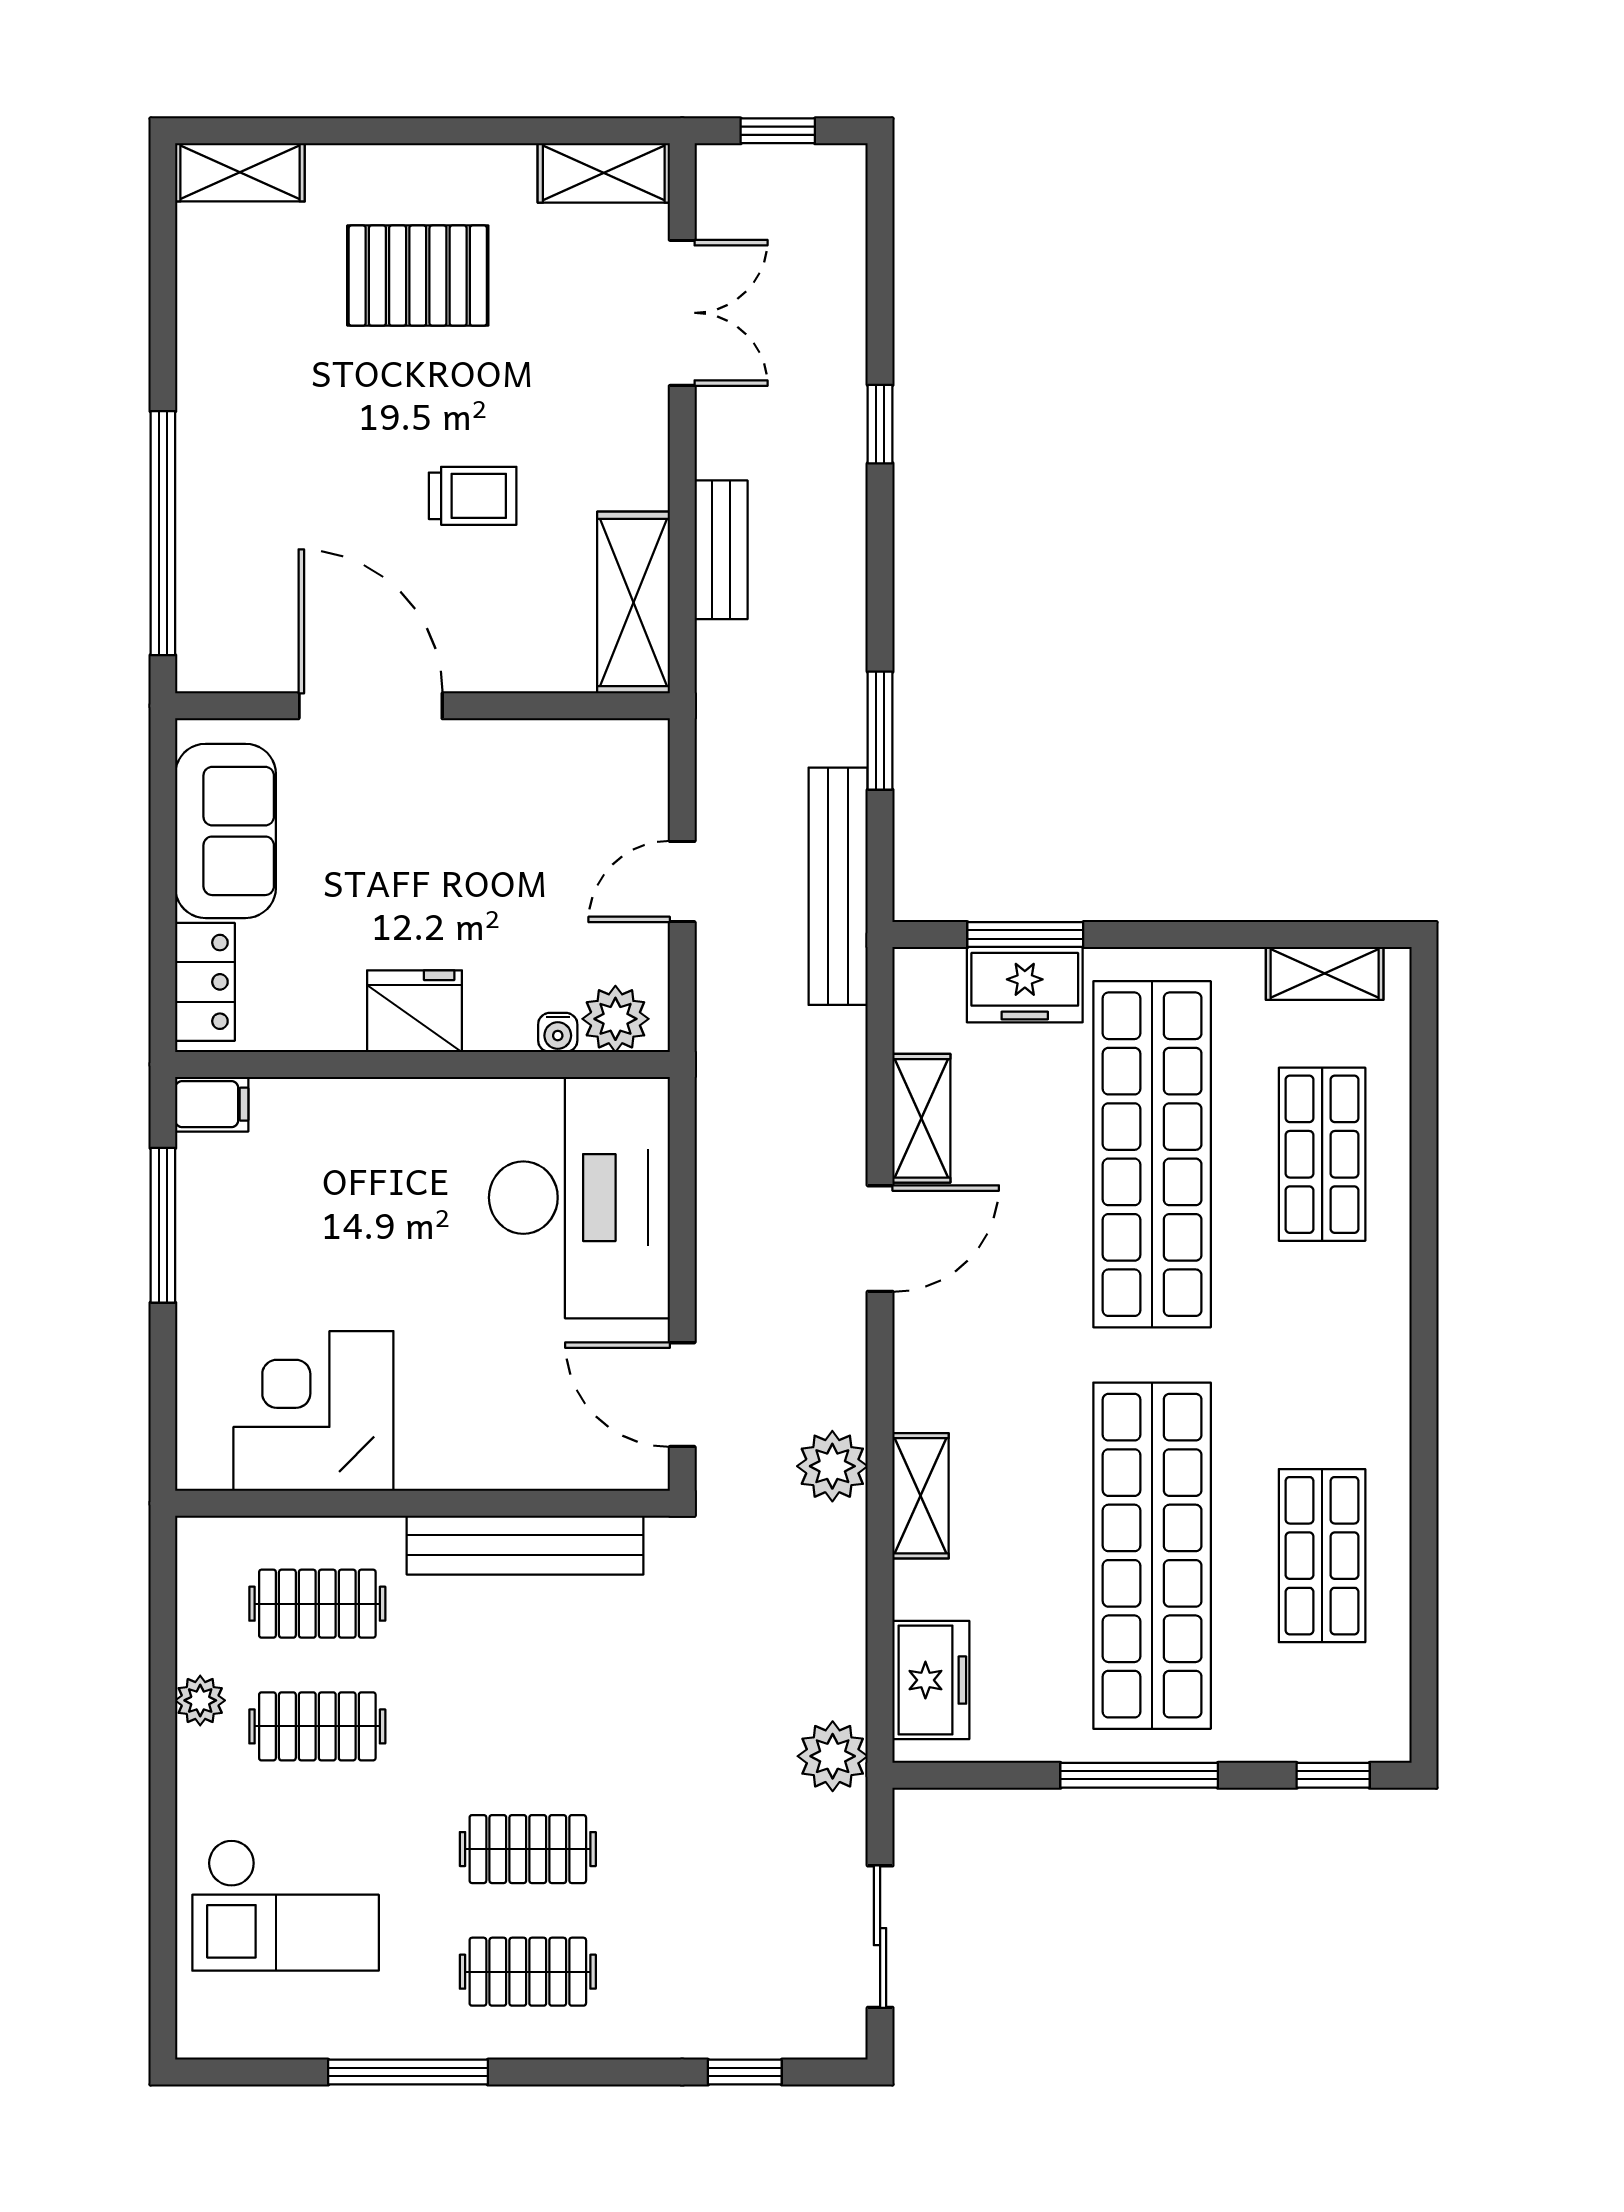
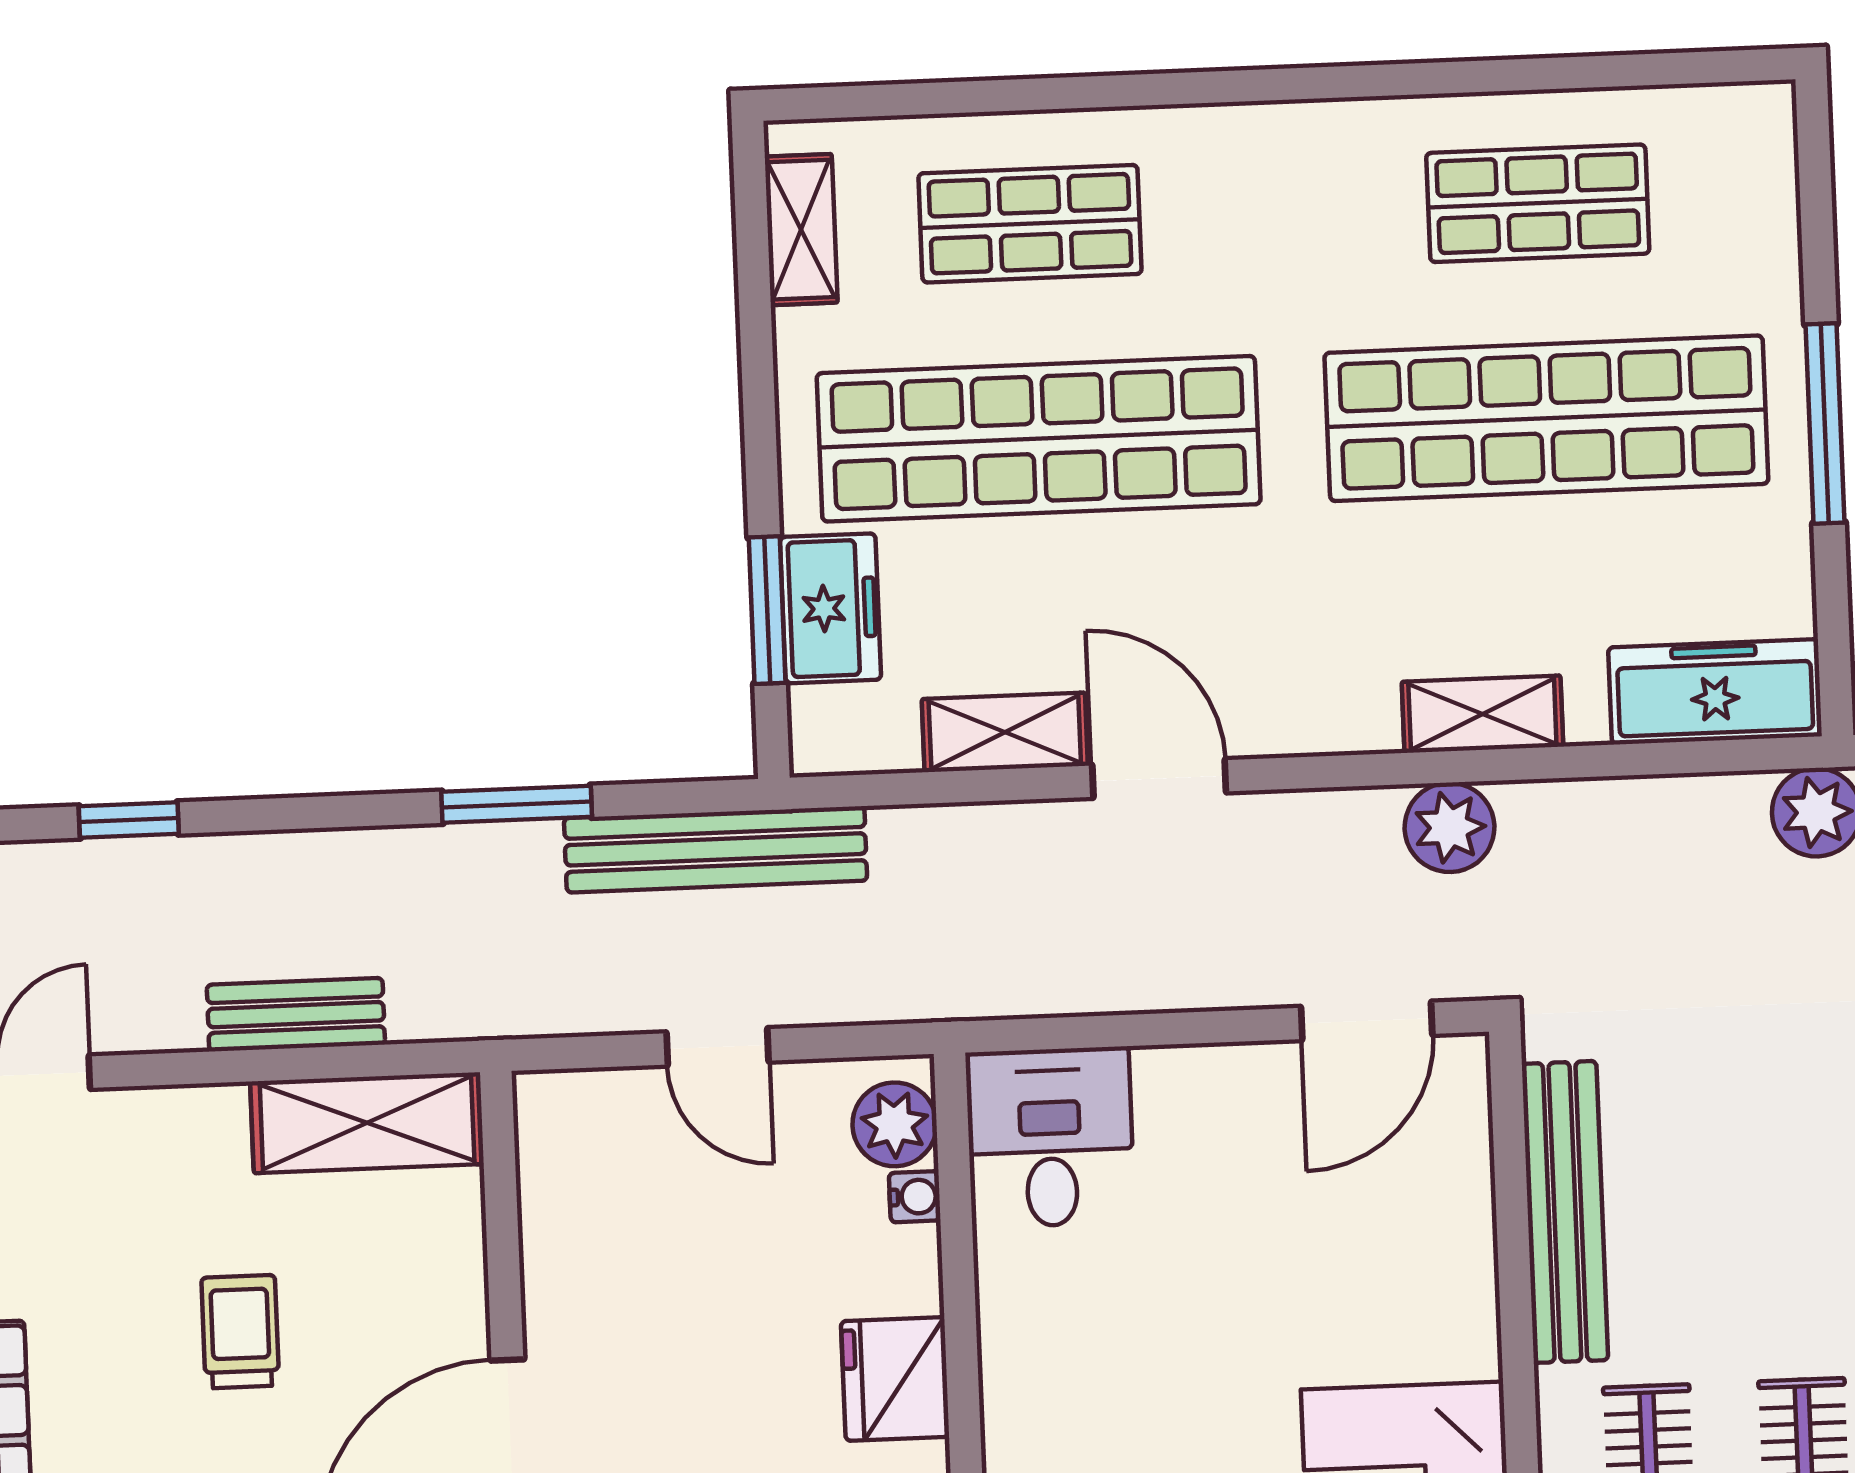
desk: (579, 1198) -> (1050, 1137), width x0.53, depth x0.77
freezer: (931, 1680) -> (1715, 692), width x1.40
window: (1333, 1775) -> (1815, 178), removed

